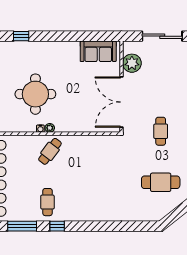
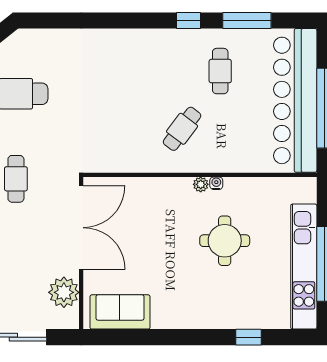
round table: (35, 94) -> (225, 241), width x0.73, depth x0.73
cafe table: (50, 151) -> (182, 129), moved
cafe table: (47, 202) -> (220, 71), moved

